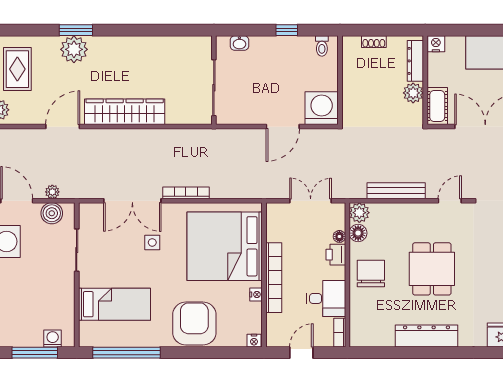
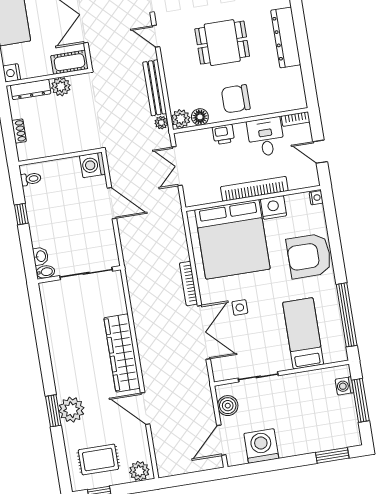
bidet: (222, 45) -> (45, 272), added
washing machine: (322, 108) -> (92, 165), width x0.73, depth x0.73
plant: (52, 192) -> (161, 123), moved
floor lamp: (339, 236) -> (206, 134), removed
nightstand: (256, 294) -> (273, 207), width x1.89, depth x1.79

